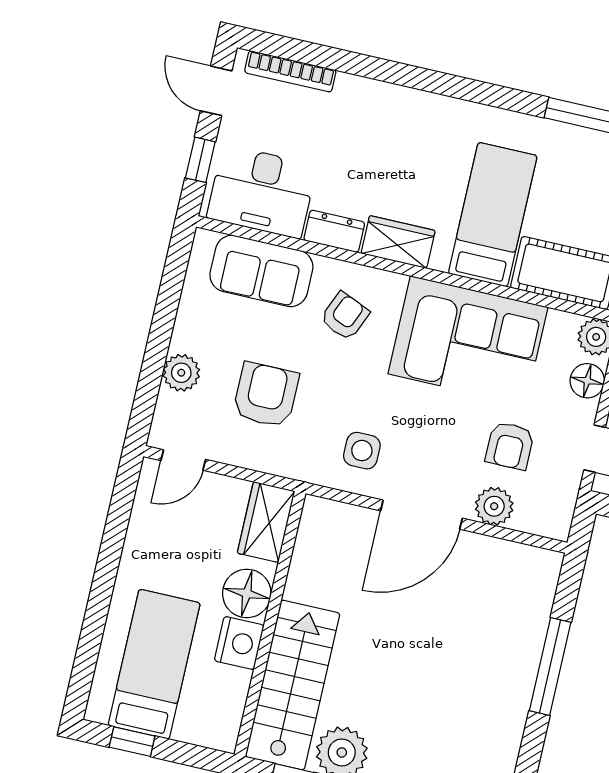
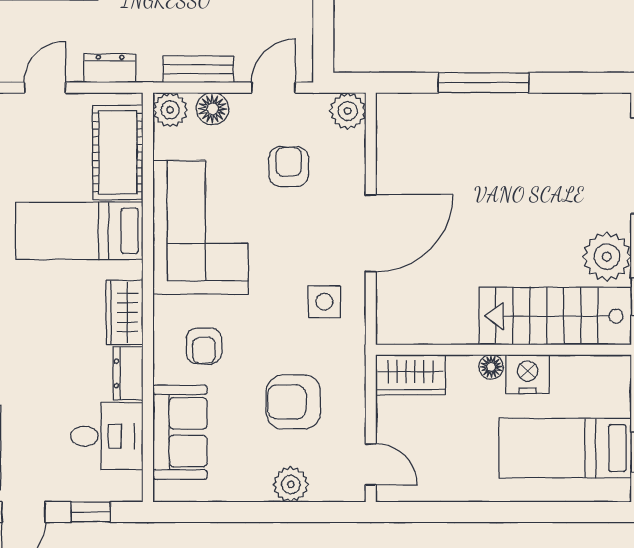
desk: (262, 192) -> (107, 436), width x0.73
armchair: (345, 316) -> (204, 346), turned -113
armchair: (510, 446) -> (289, 167), turned -90
plant: (494, 506) -> (348, 111), moved
door: (421, 515) -> (371, 233), hinge flipped
floor lamp: (247, 593) -> (491, 367), width x0.53, depth x0.53

